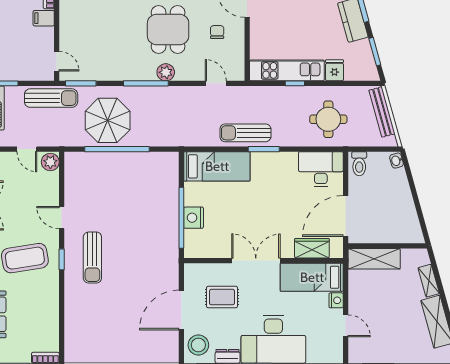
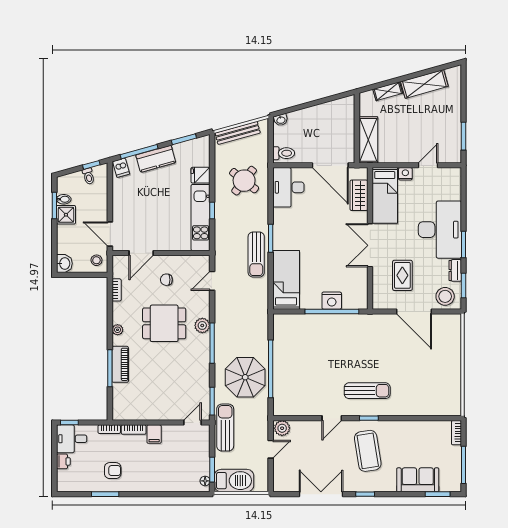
round table: (328, 119) -> (244, 181), turned 38

